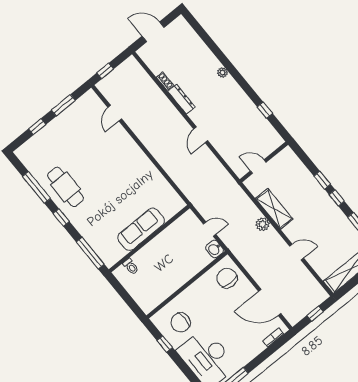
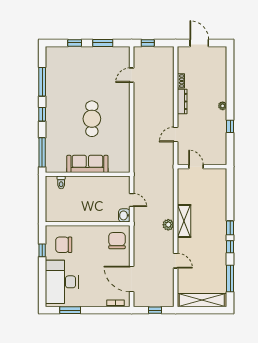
window: (265, 110) -> (230, 126), moved
wall: (264, 162) -> (202, 167), moved
door: (258, 167) -> (196, 167), moved
cafe table: (66, 187) -> (92, 119), moved

